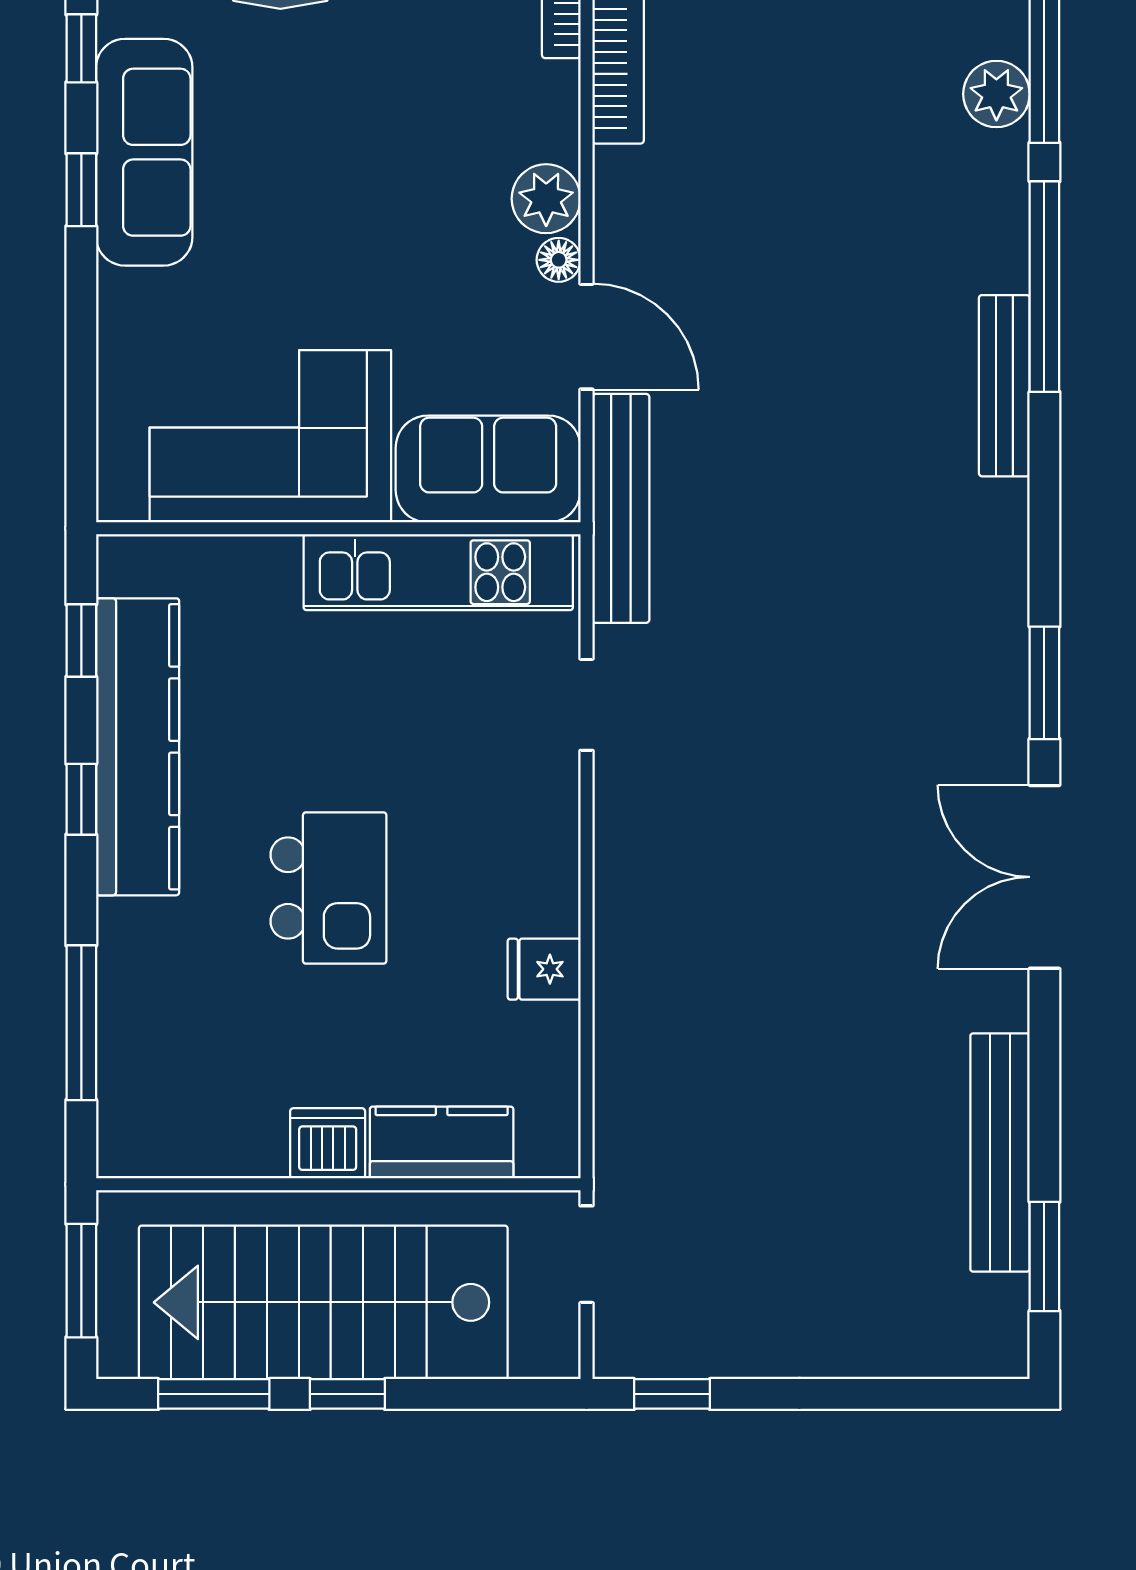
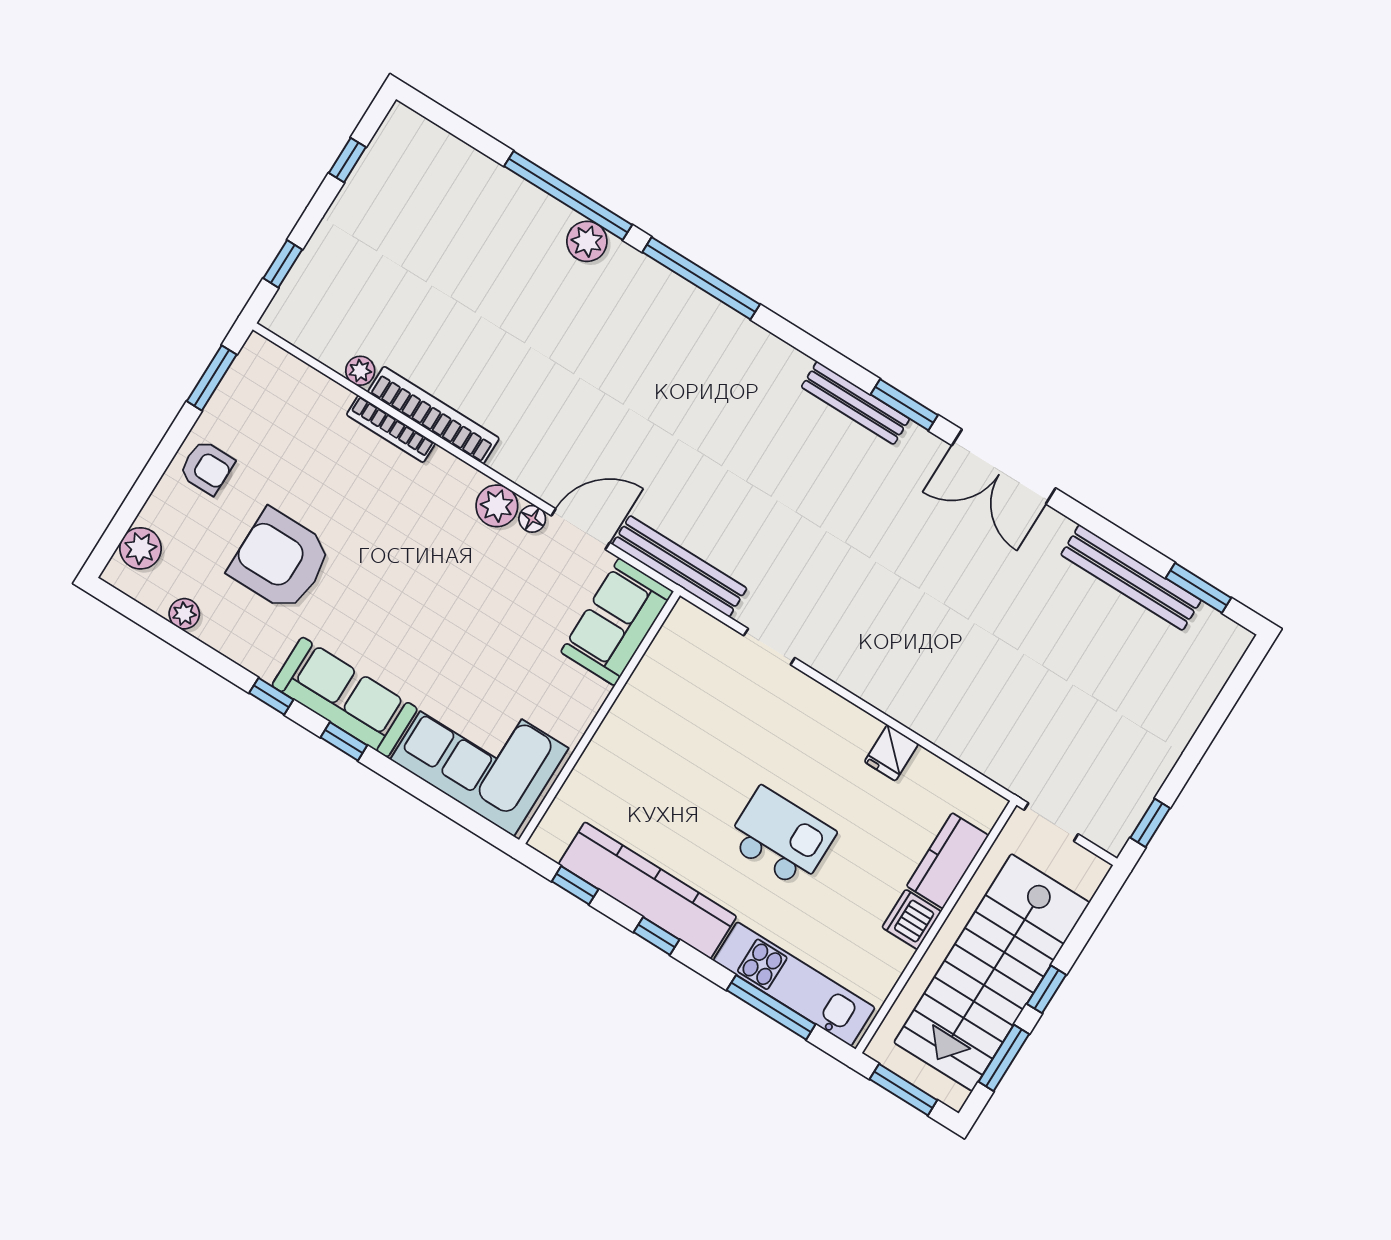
bench: (1004, 386) -> (855, 403), moved
corner sofa: (270, 436) -> (479, 754), moved, turned 90
kitchen unit: (438, 572) -> (794, 984), moved, turned -90

